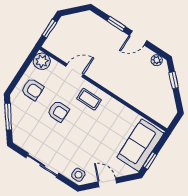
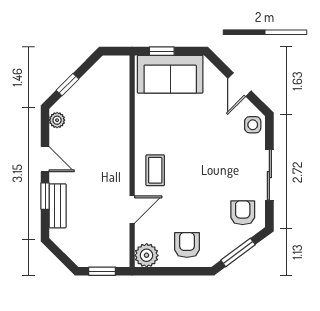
bench: (106, 27) -> (58, 206), added
door: (75, 70) -> (132, 210), swing flipped
armchair: (58, 111) -> (243, 213), moved
window: (150, 160) -> (162, 51), moved

